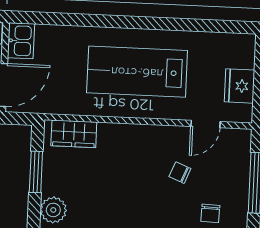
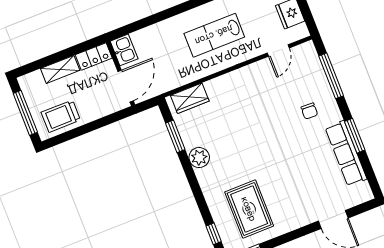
lab bench: (137, 72) -> (214, 35), width x0.73, depth x0.72
chair: (180, 173) -> (276, 92), removed

